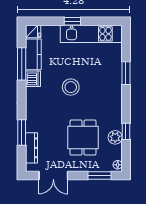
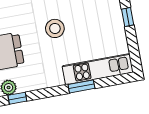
kitchen unit: (91, 34) -> (98, 69), moved, turned 90

